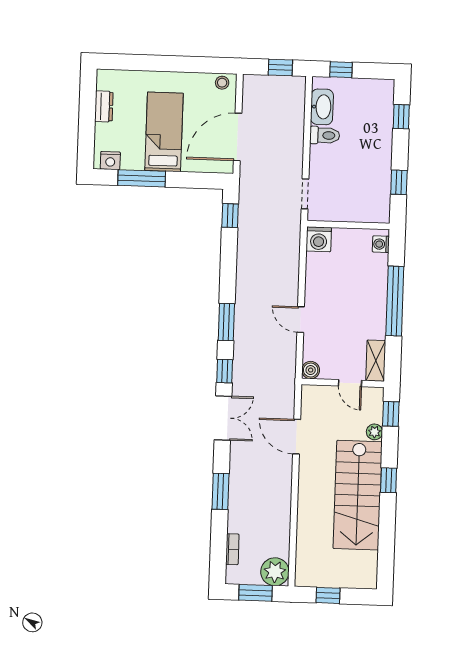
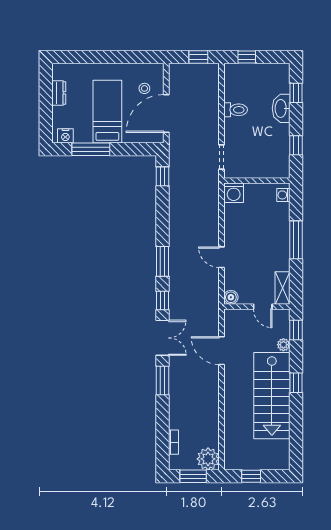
stool: (222, 83) -> (144, 88), moved
washbasin: (322, 107) -> (281, 108), moved, turned 180
window: (395, 301) -> (296, 240), width x0.68
window: (220, 491) -> (162, 381), moved

